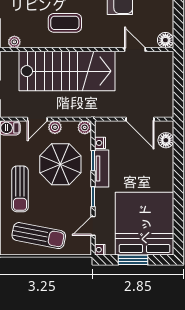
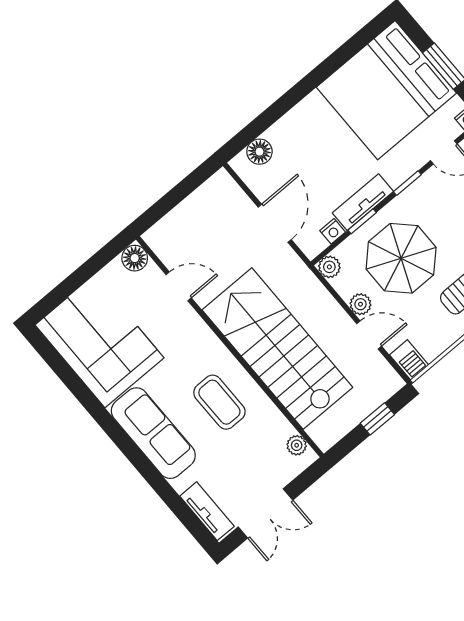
door: (135, 50) -> (179, 286), swing flipped
door: (140, 119) -> (275, 223), moved

